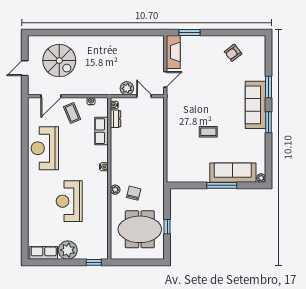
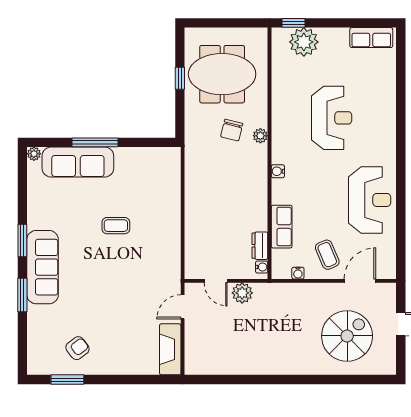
window: (190, 33) -> (67, 380), moved
spiral stairs: (59, 61) -> (347, 336), turned 90
plant: (68, 250) -> (304, 42), moved

